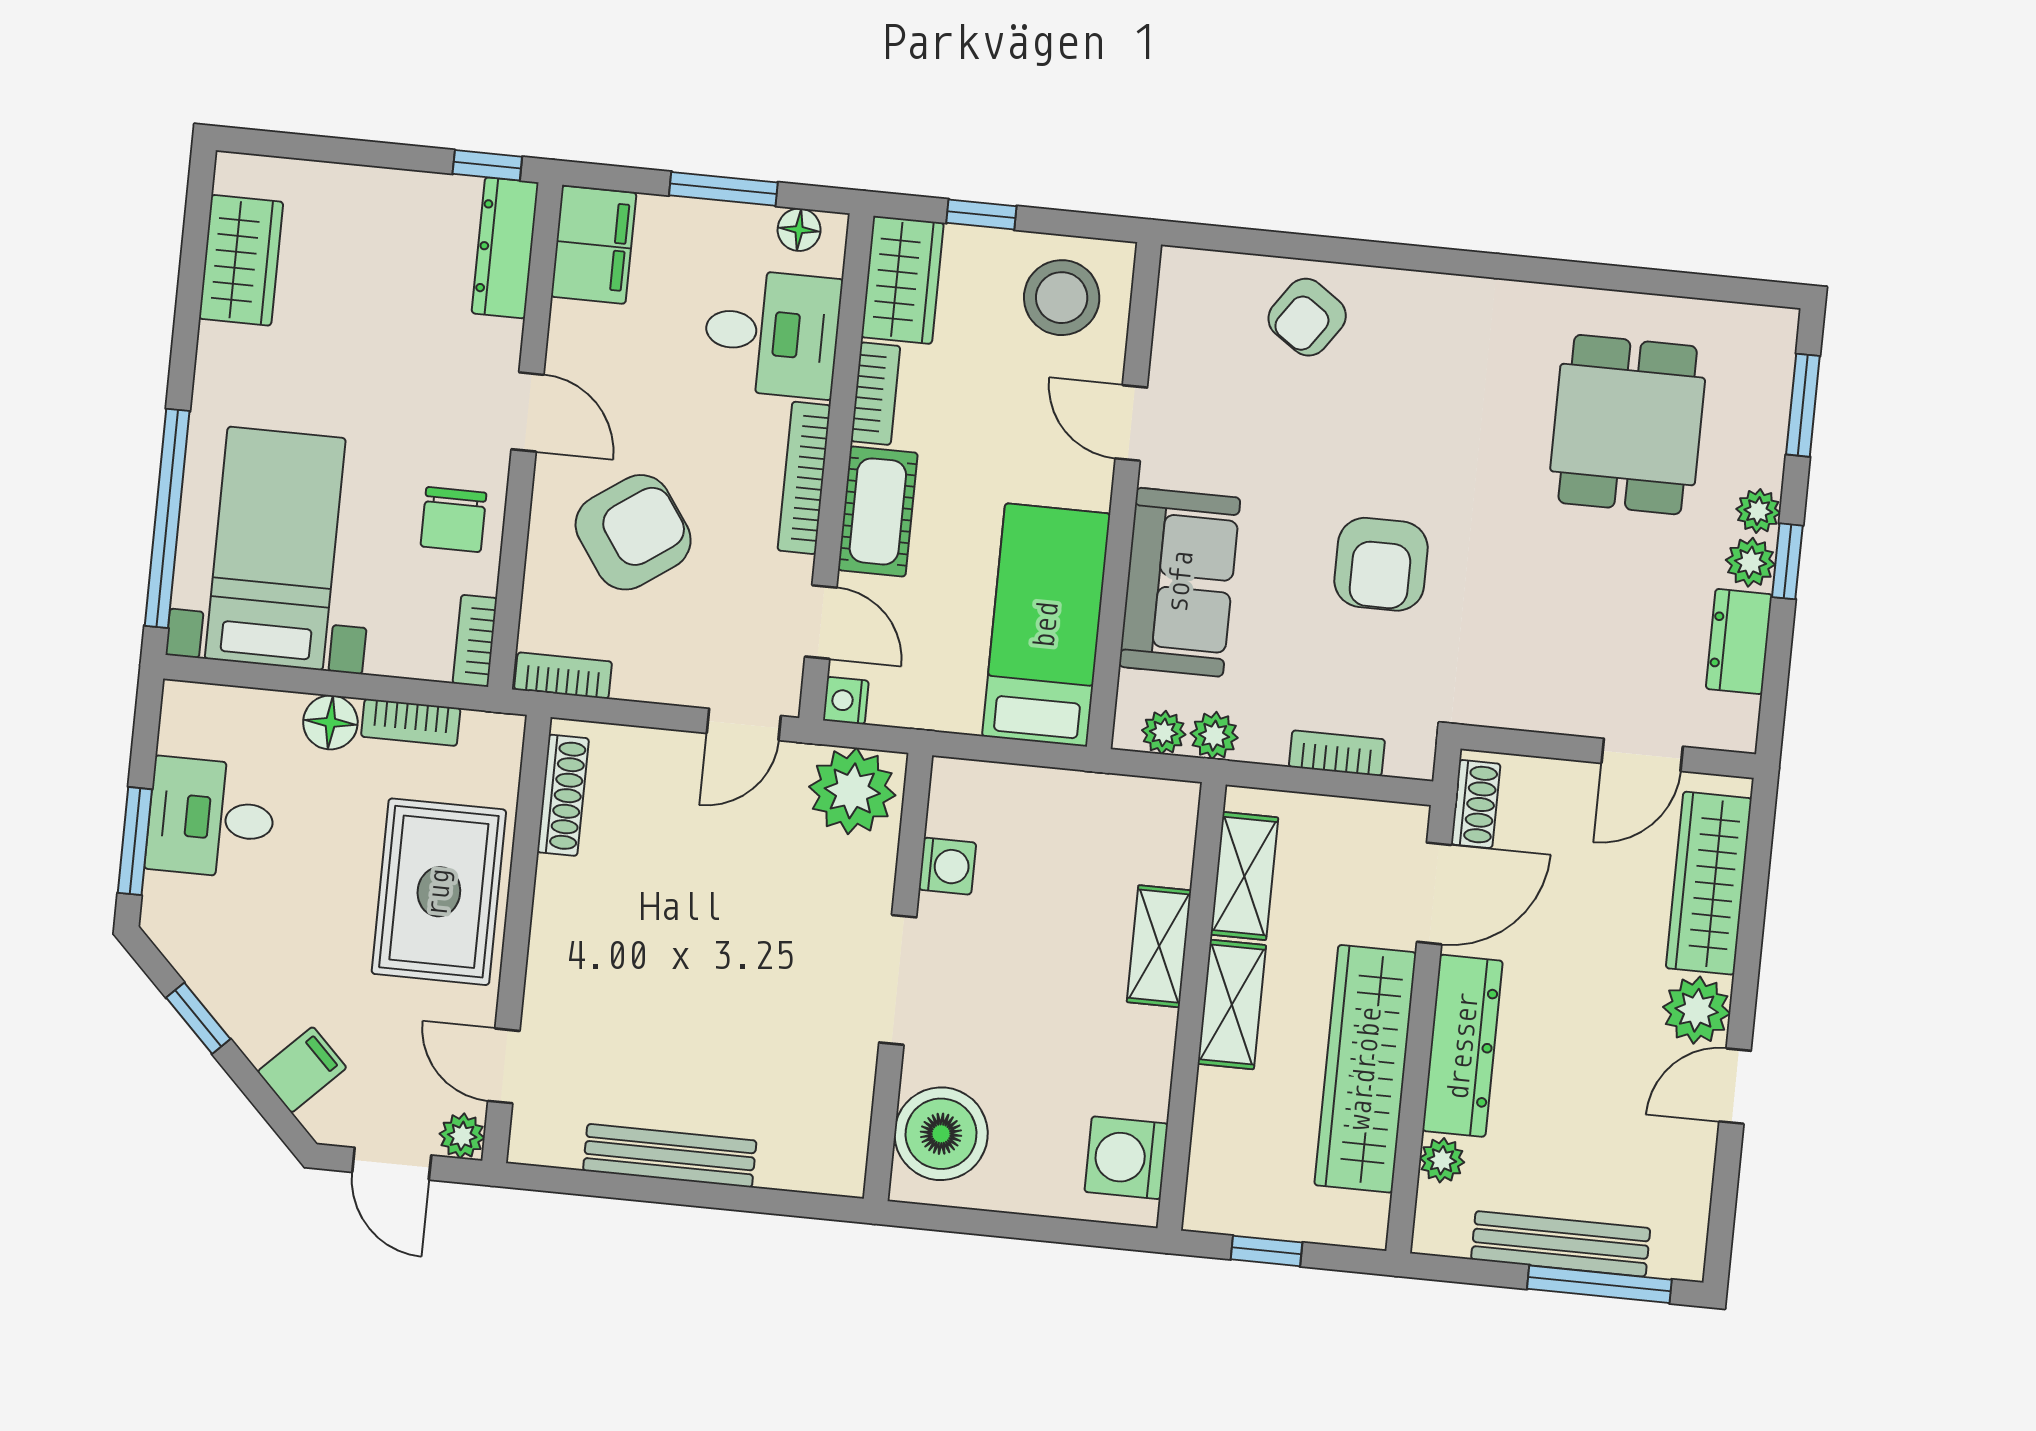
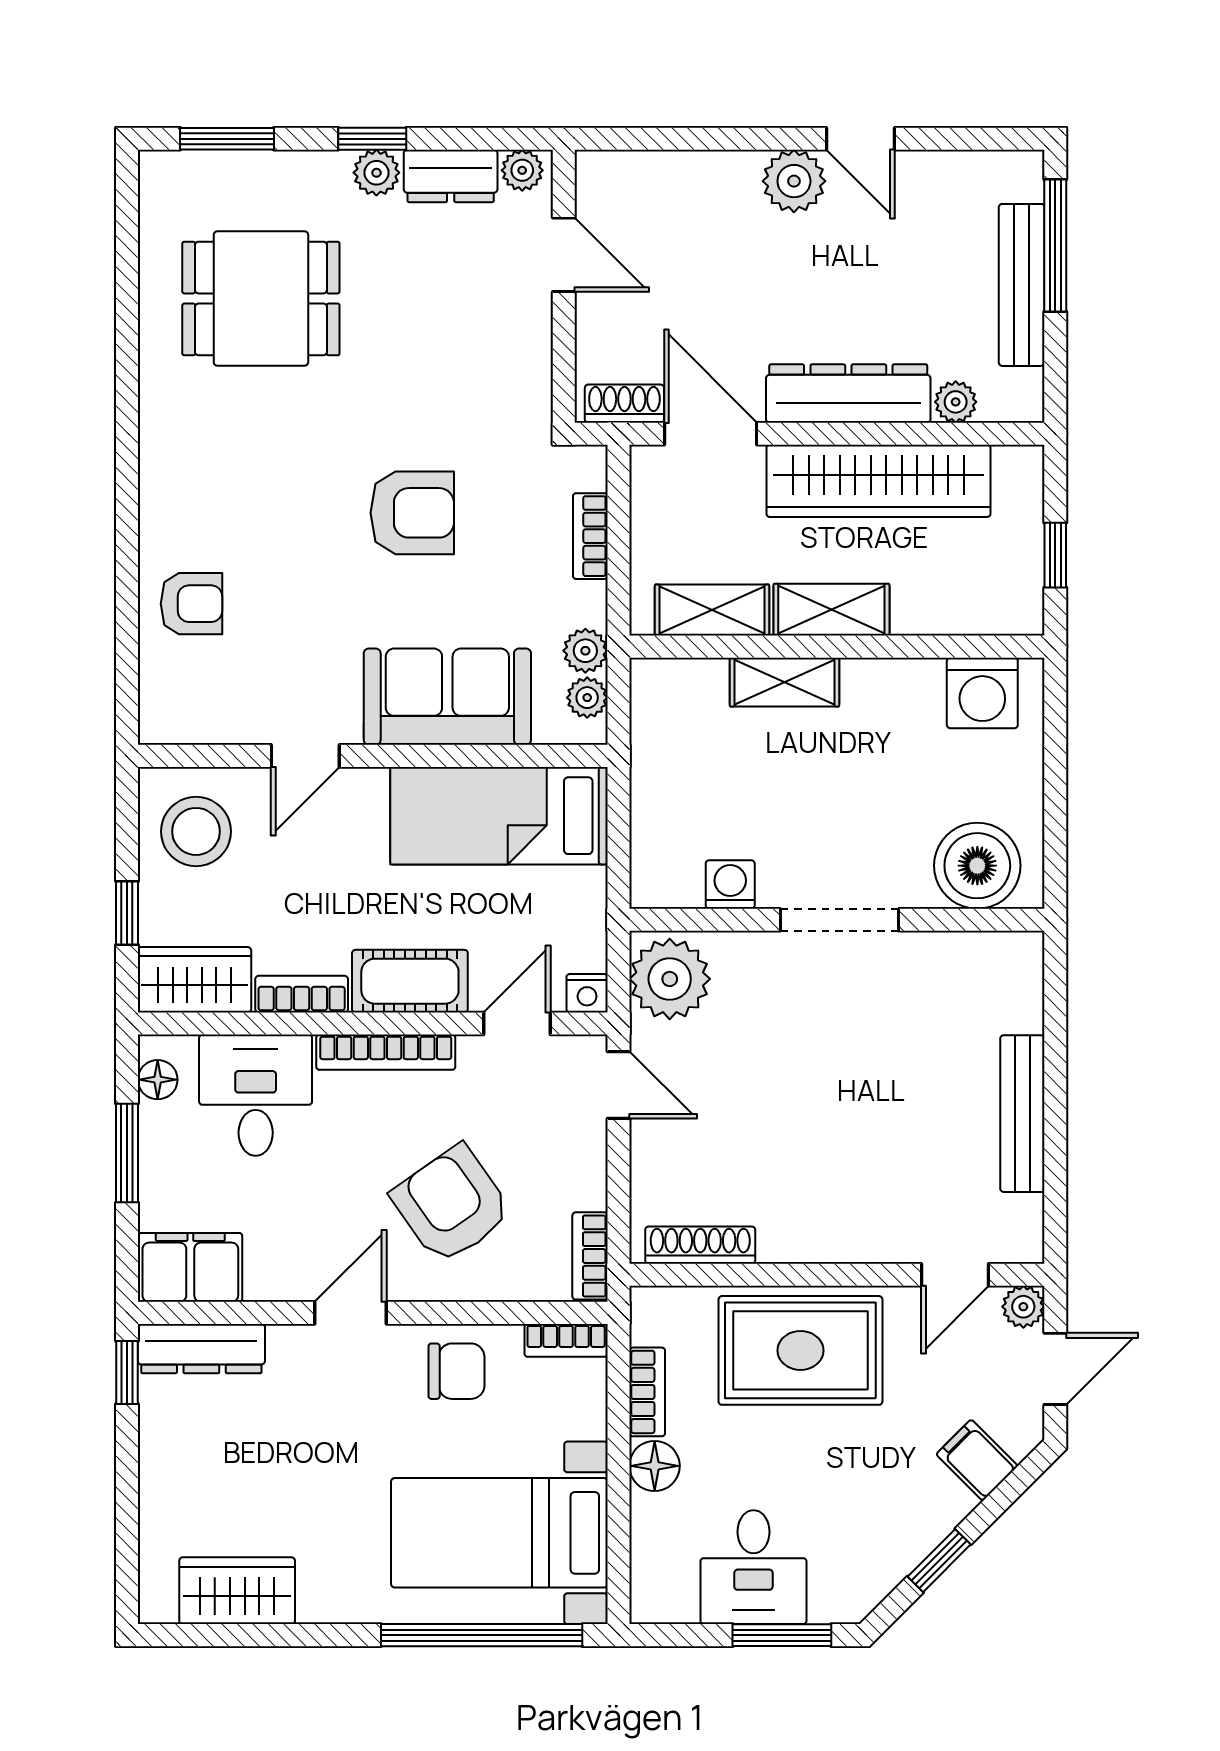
armchair: (1307, 317) -> (191, 604), turned -35
plant: (1758, 511) -> (522, 170), moved
wardrobe: (1709, 883) -> (676, 182), removed

